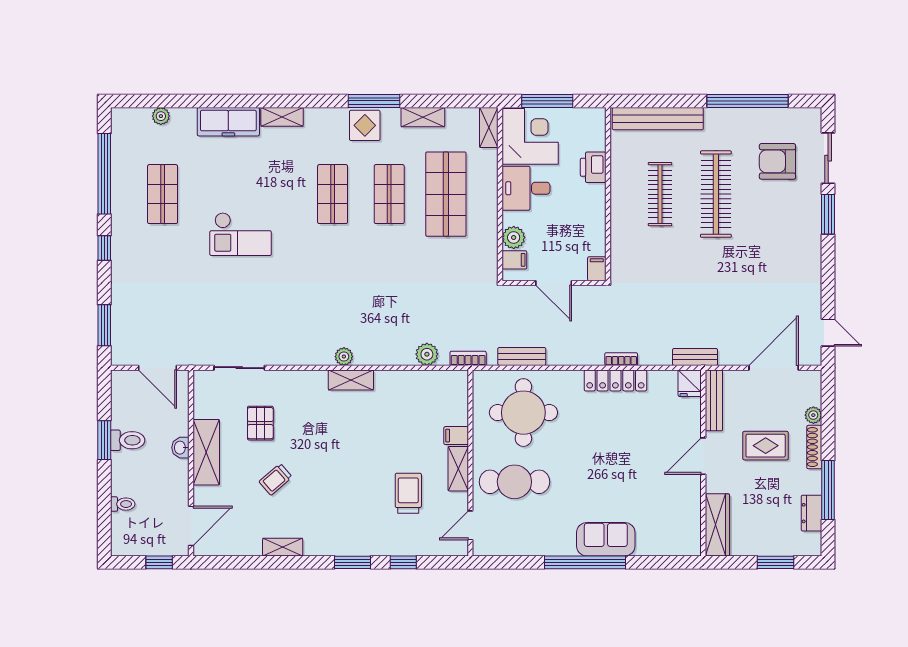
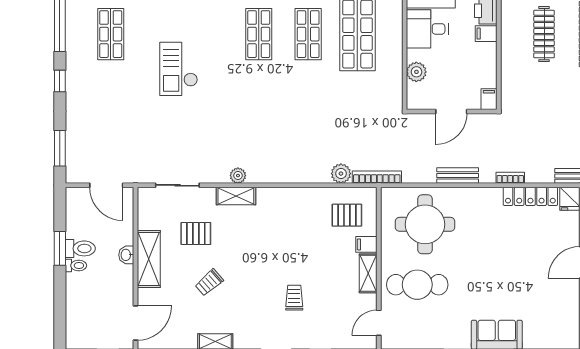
checkout: (241, 234) -> (179, 69), turned 90
filing cabinet: (514, 260) -> (486, 34), moved, turned 180
door: (554, 283) -> (451, 112), hinge flipped
bench: (522, 356) -> (458, 175), moved
plant: (344, 357) -> (238, 176), moved
bookcase: (468, 358) -> (377, 177), width x1.56
shelving: (351, 380) -> (236, 196), moved
locker: (615, 380) -> (530, 196), moved
pallet: (434, 402) -> (347, 215), added
pallet: (260, 423) -> (196, 234), turned 90
trolley: (408, 493) -> (294, 298), moved, width x0.73, depth x0.72
toilet: (123, 504) -> (76, 265), moved

